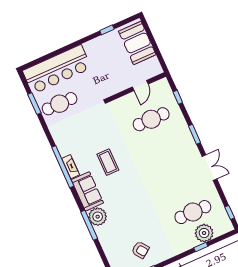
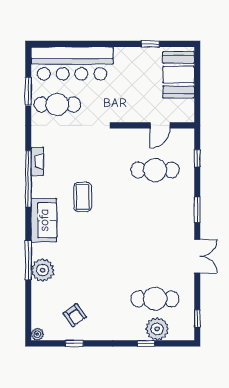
fireplace: (71, 167) -> (37, 161), moved
plant: (98, 217) -> (43, 270), moved

